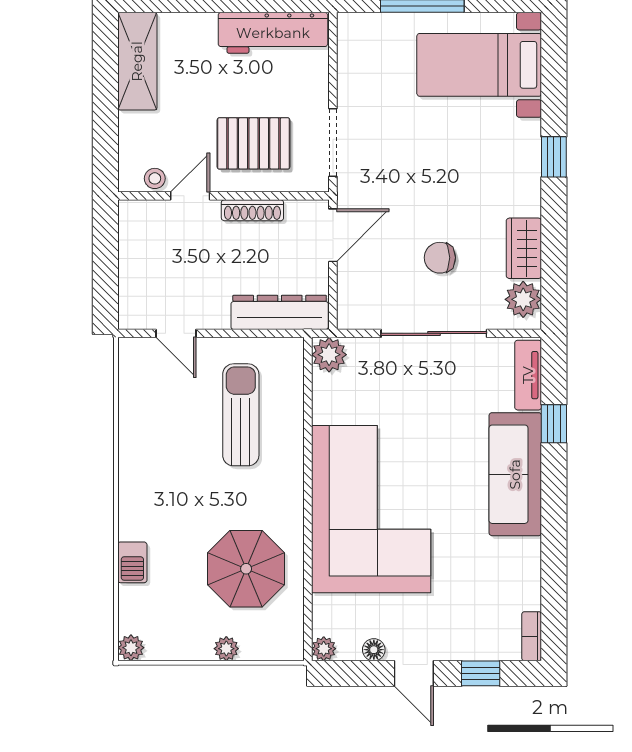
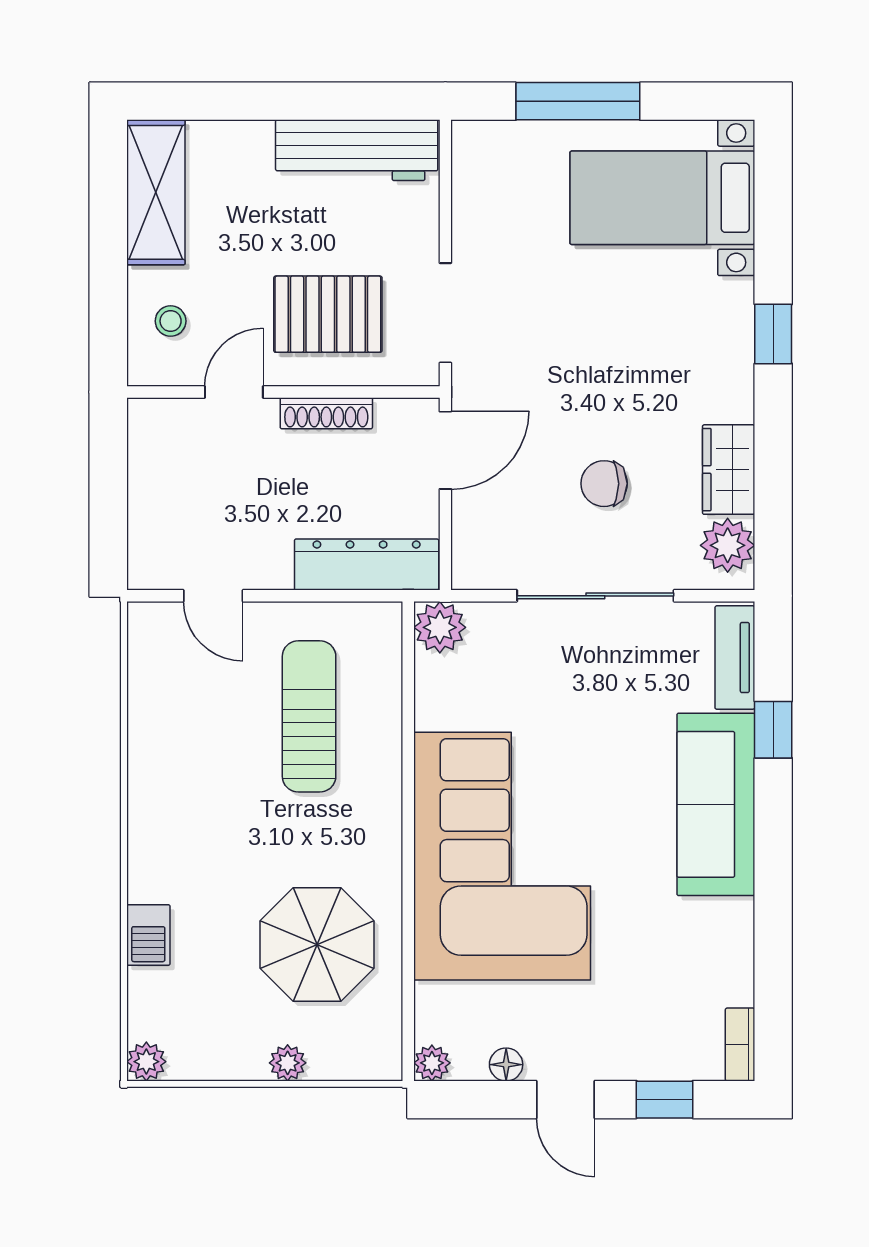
stool: (155, 178) -> (171, 321), moved

